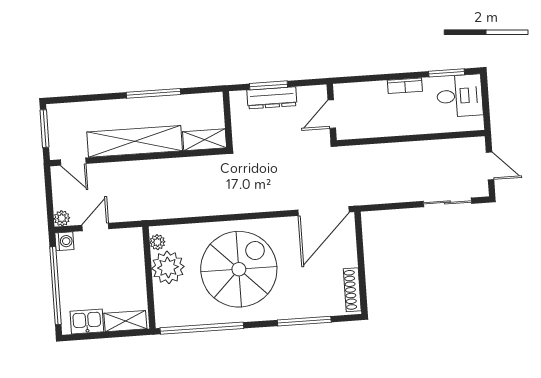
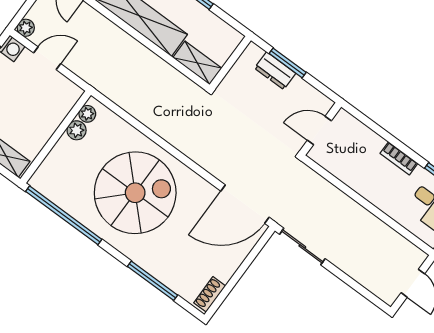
dresser: (272, 98) -> (275, 71), width x0.70
sliding door: (447, 202) -> (302, 246), moved
plant: (168, 267) -> (77, 130), width x0.53, depth x0.53
shoe rack: (352, 290) -> (210, 294), width x0.70

